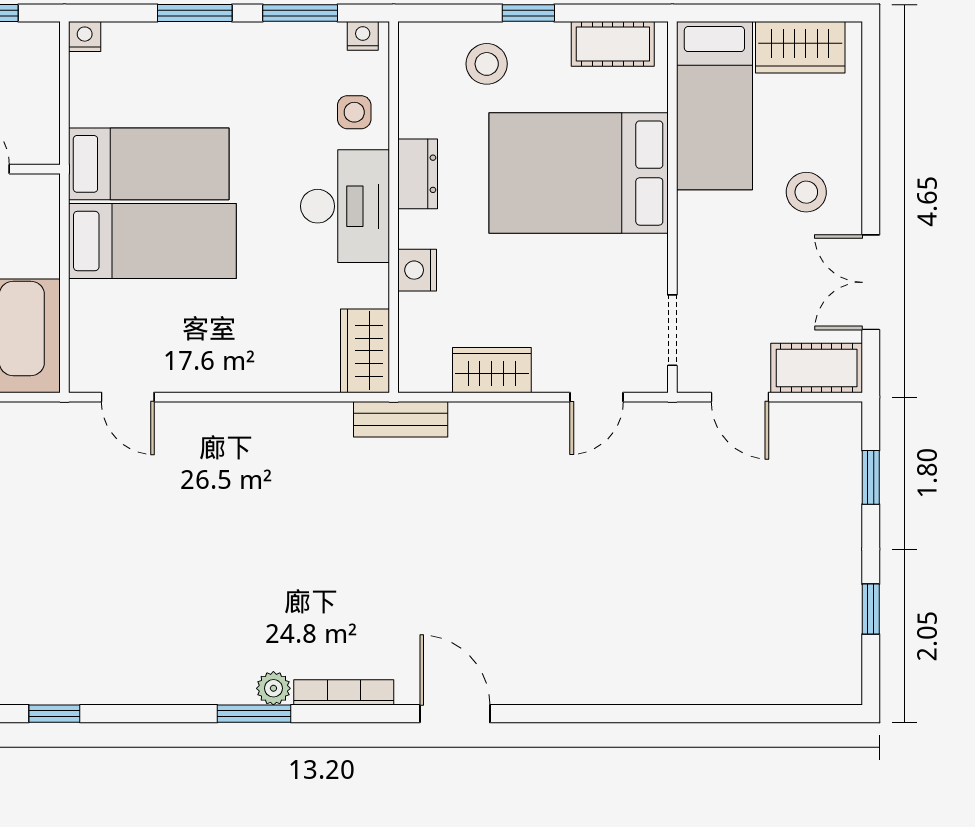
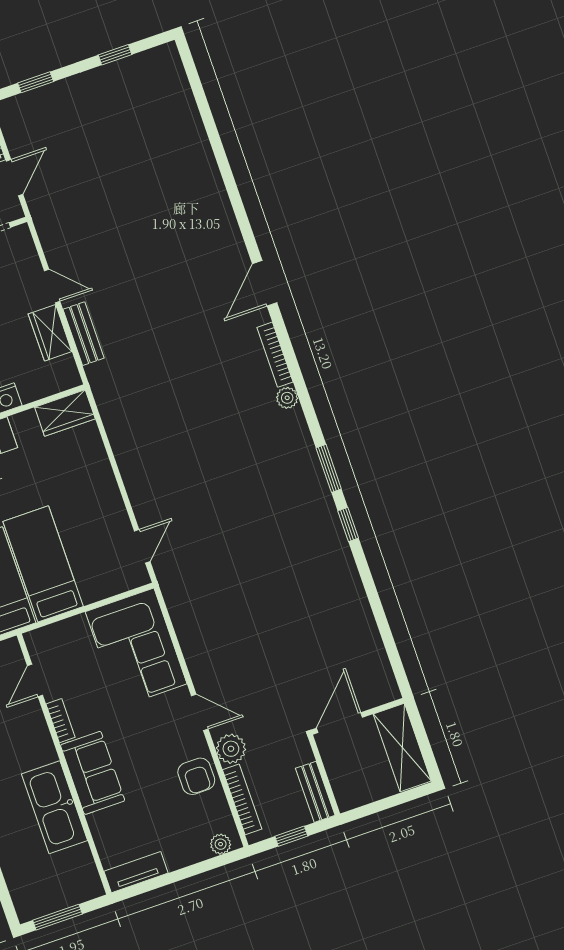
door: (597, 397) -> (52, 286), moved
bench: (401, 419) -> (84, 334), moved
window: (254, 714) -> (329, 468), moved

